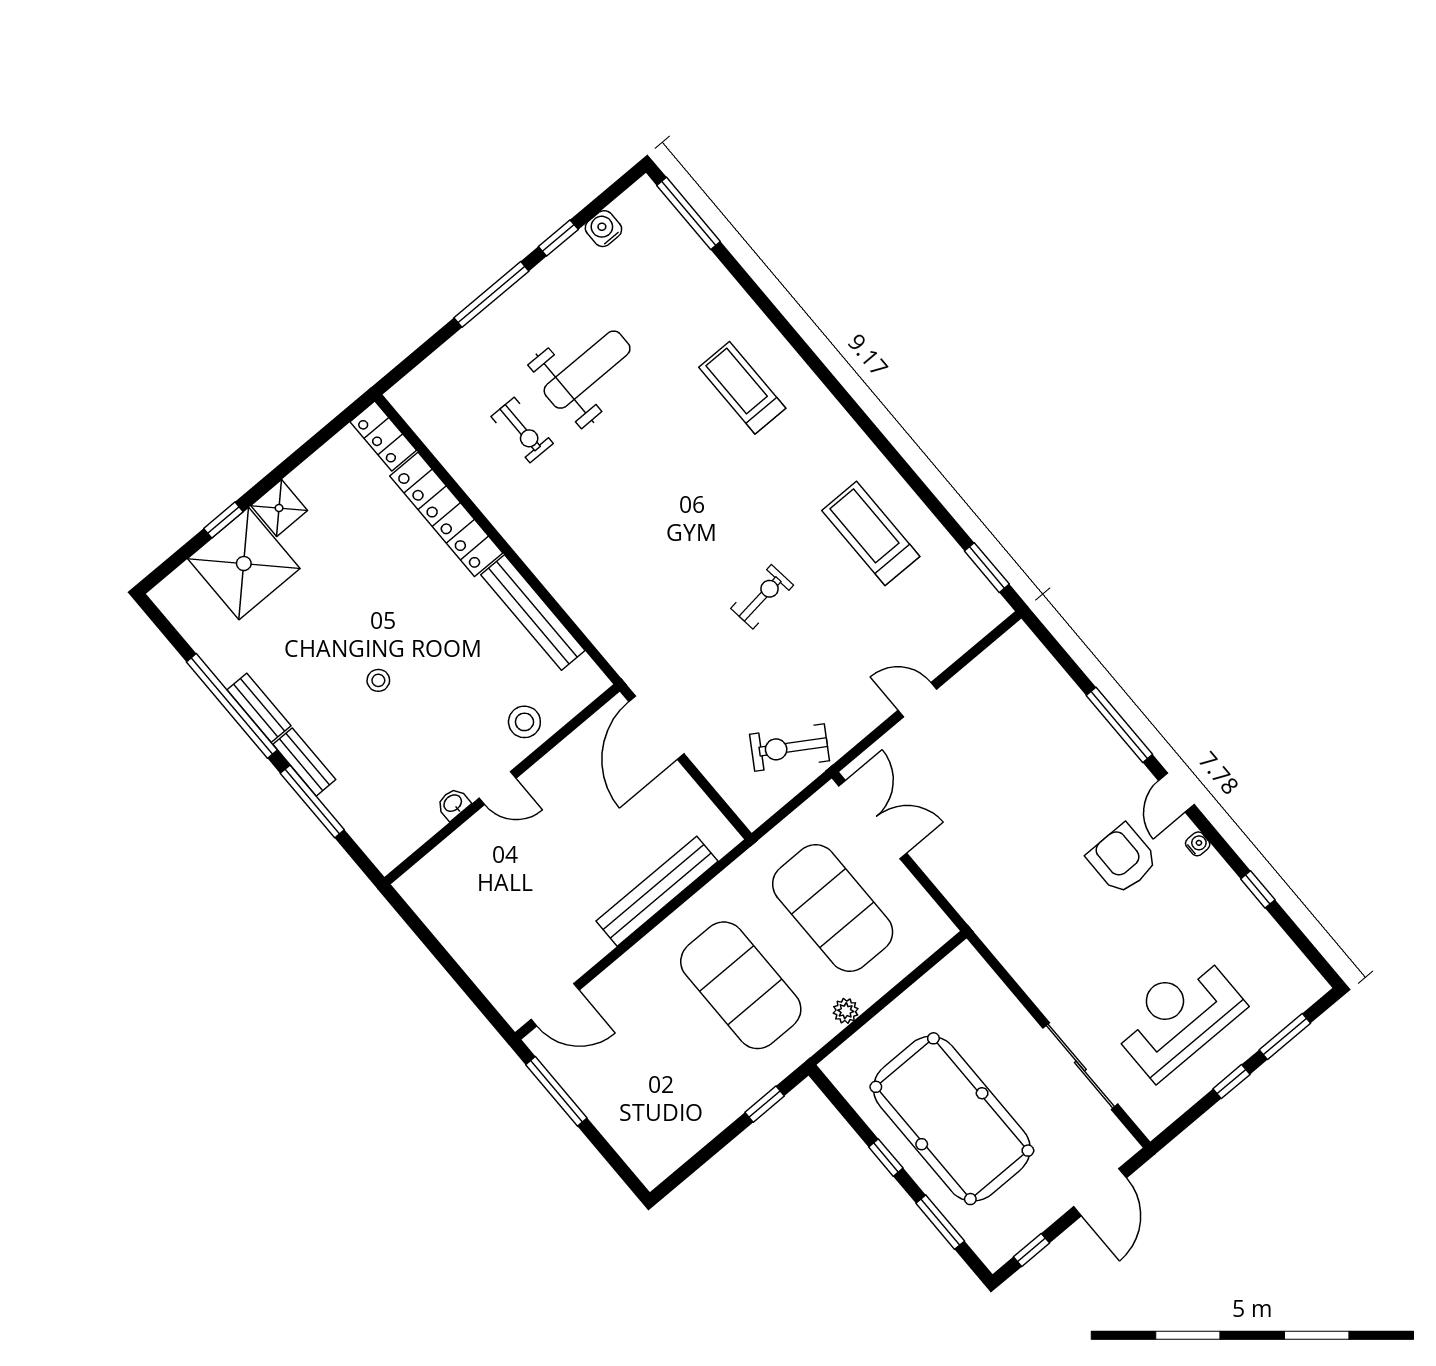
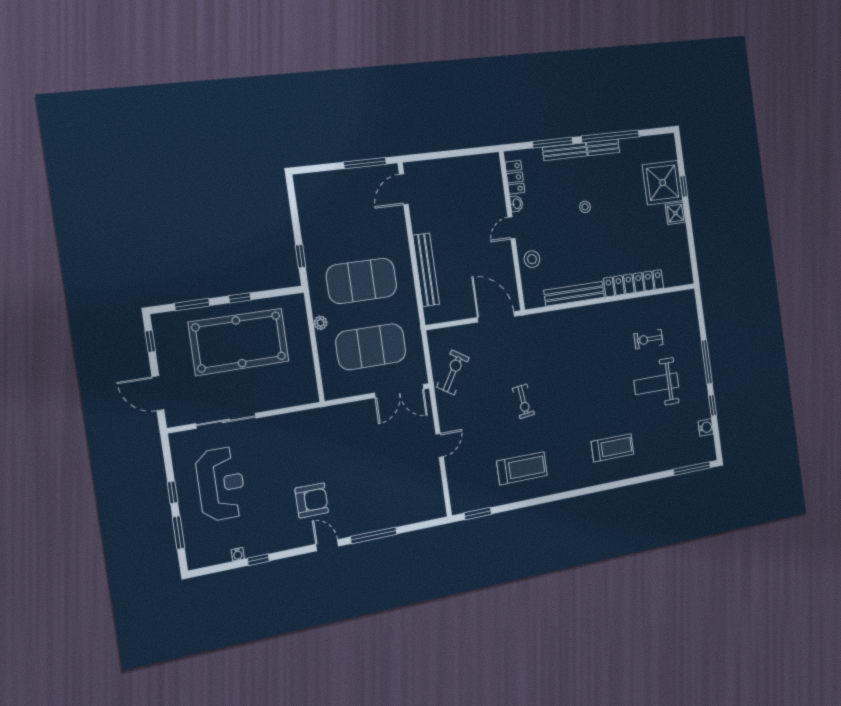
weight bench: (587, 370) -> (656, 384), turned 90
locker: (383, 436) -> (515, 177), moved, turned 90
bench: (304, 762) -> (565, 152), width x1.36
water cooler: (1198, 844) -> (238, 554), moved

